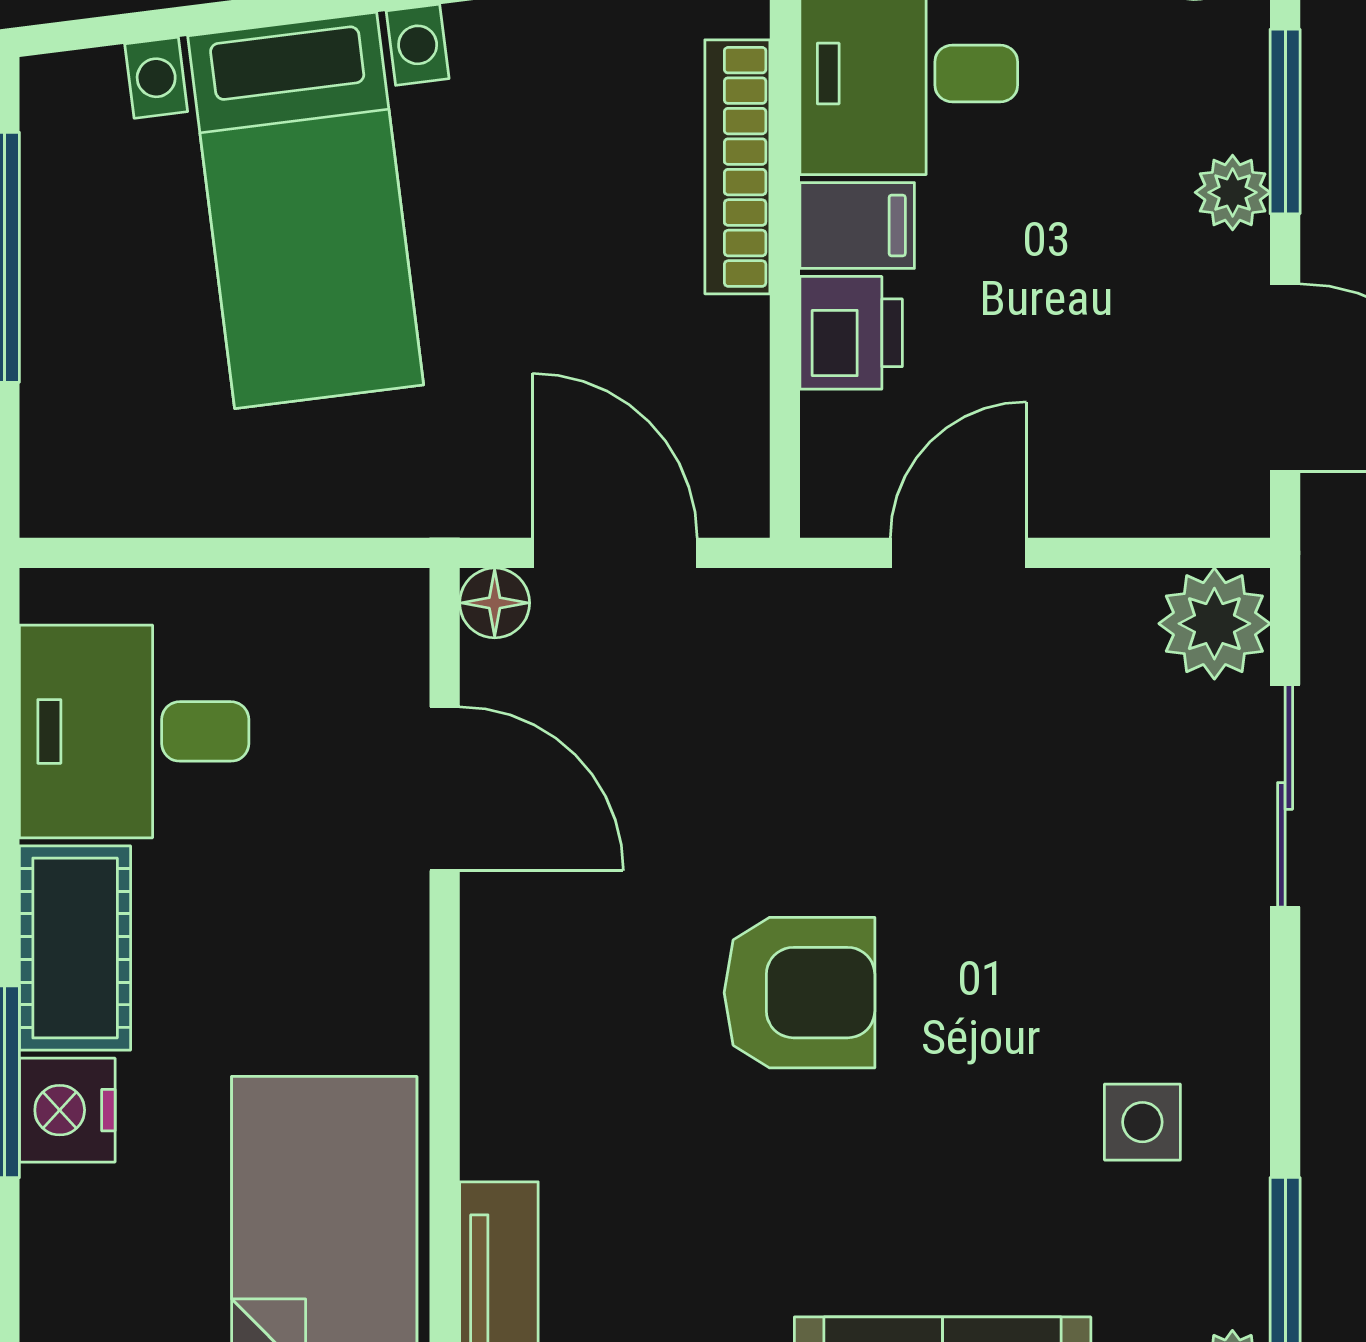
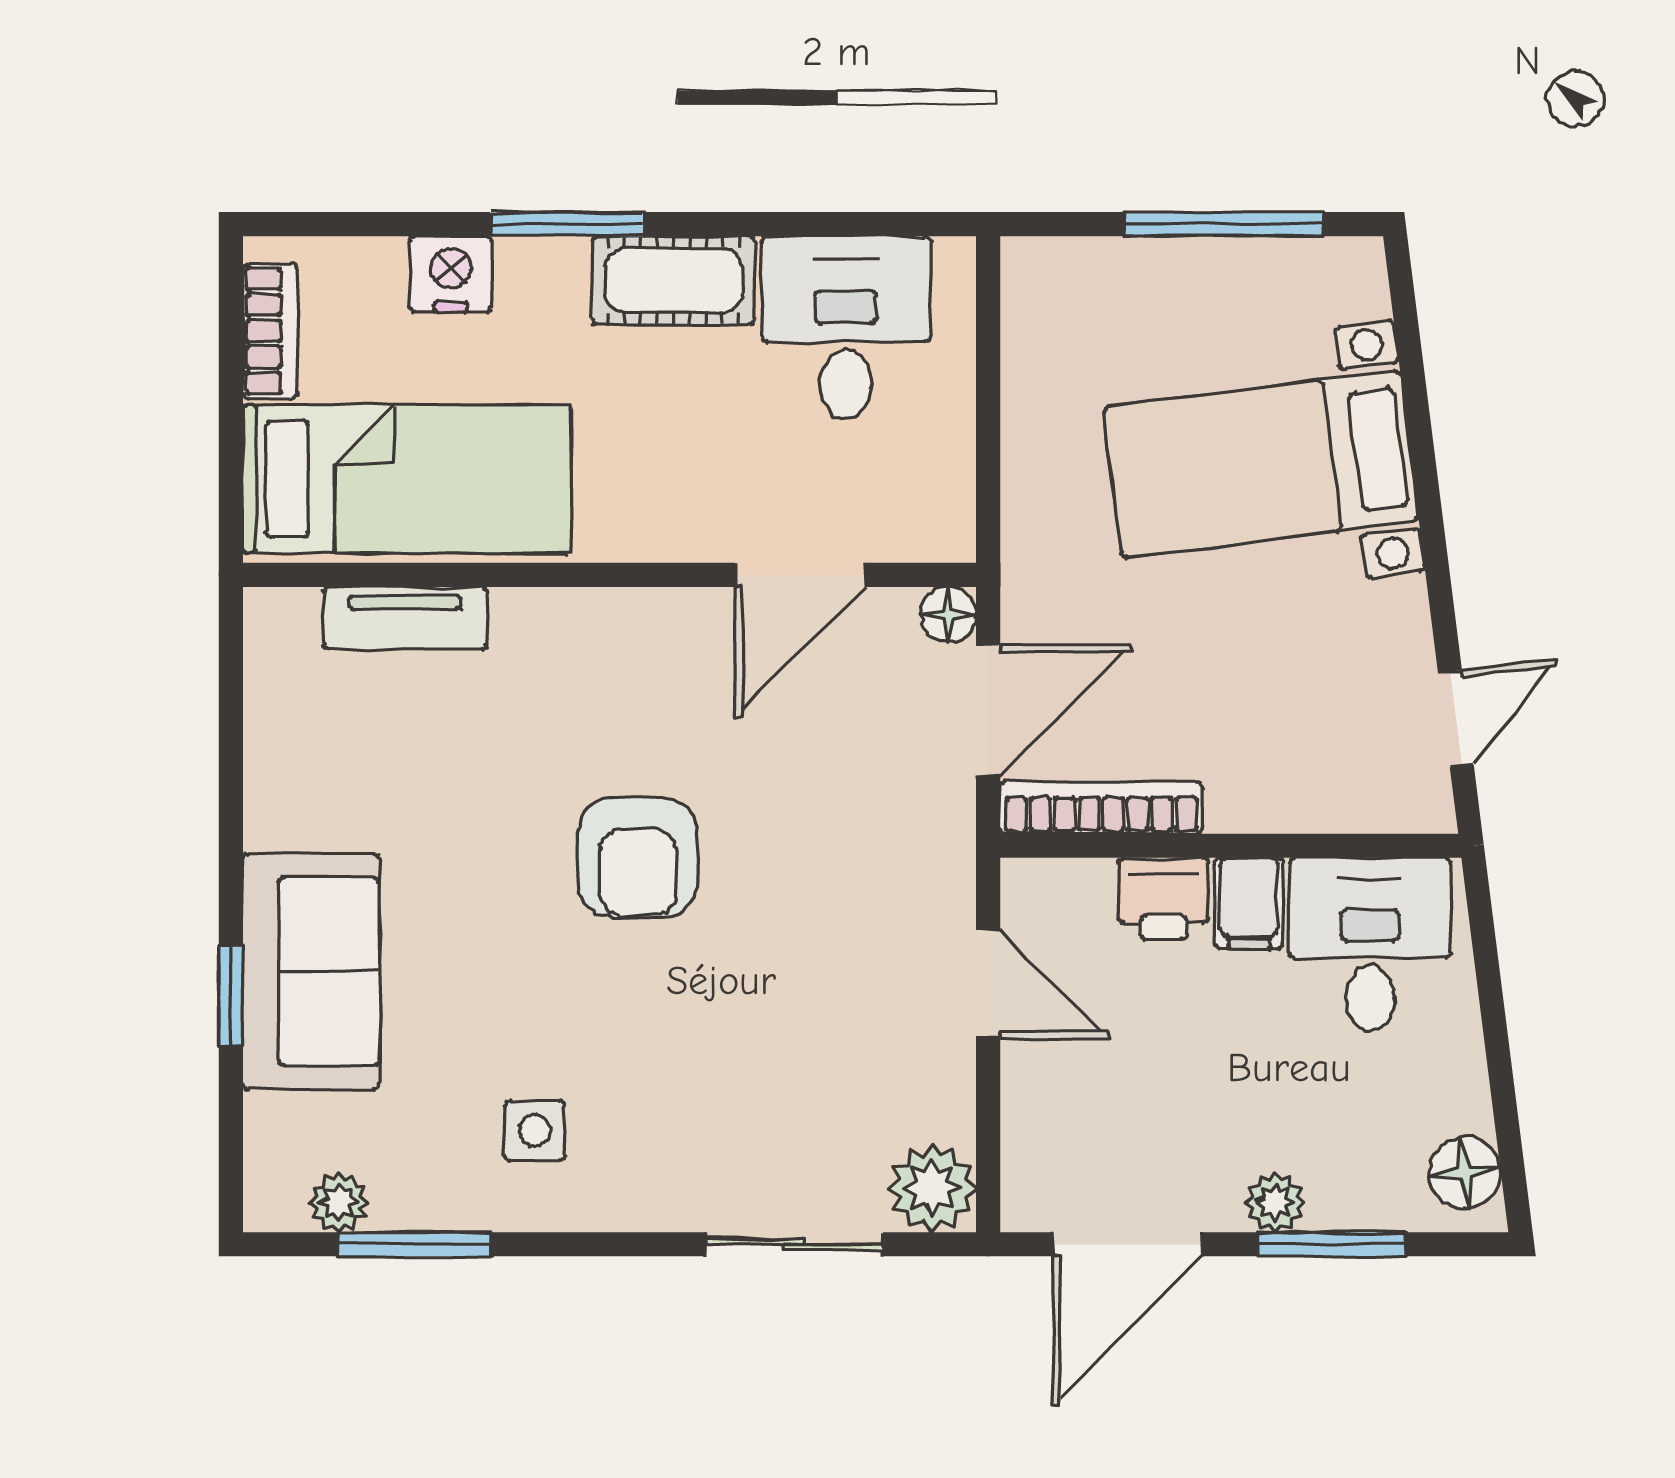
bookcase: (737, 167) -> (1101, 808), moved
nightstand: (67, 1110) -> (451, 274), moved

